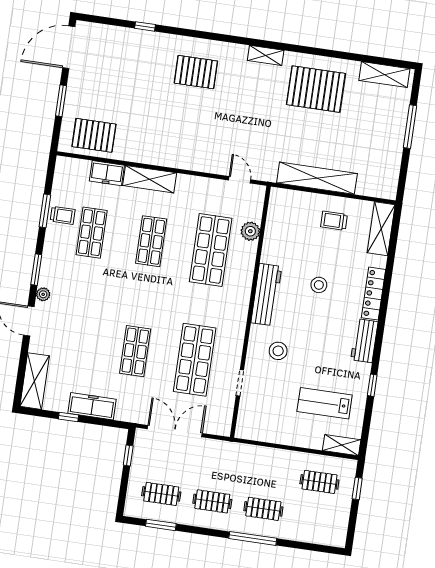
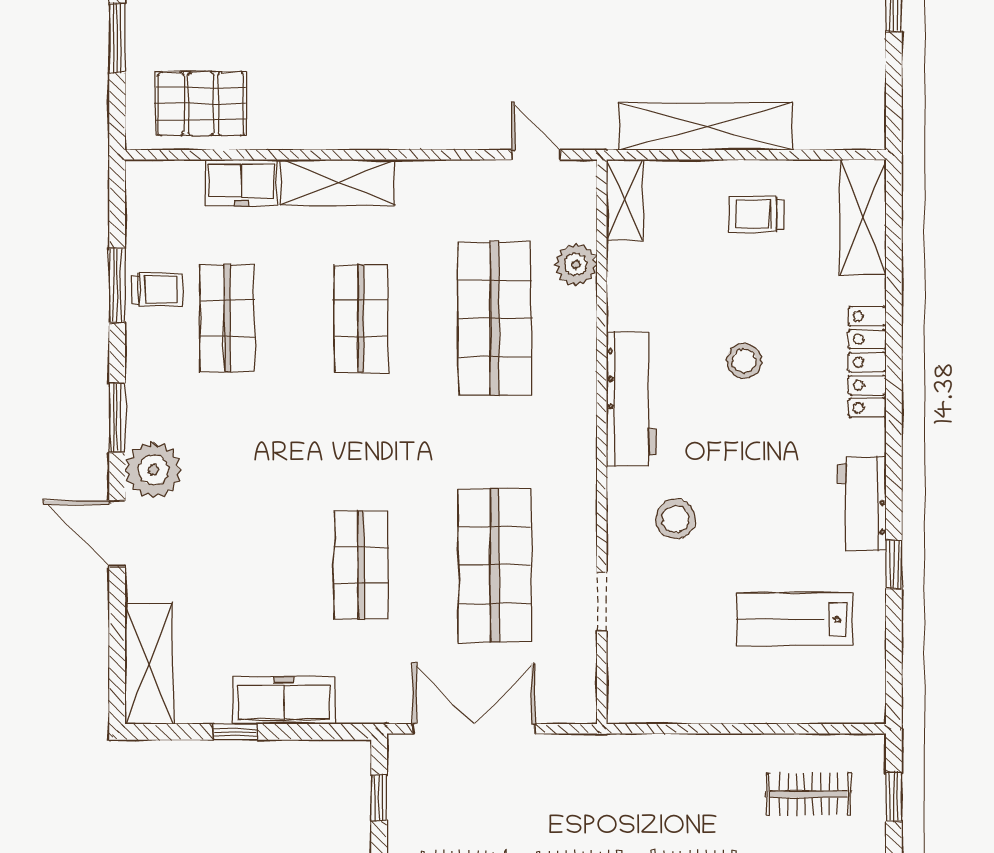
plant: (43, 294) -> (153, 470), width x1.87, depth x1.87
workbench: (364, 341) -> (862, 504), moved
shelving: (342, 445) -> (625, 200), moved, turned 90

